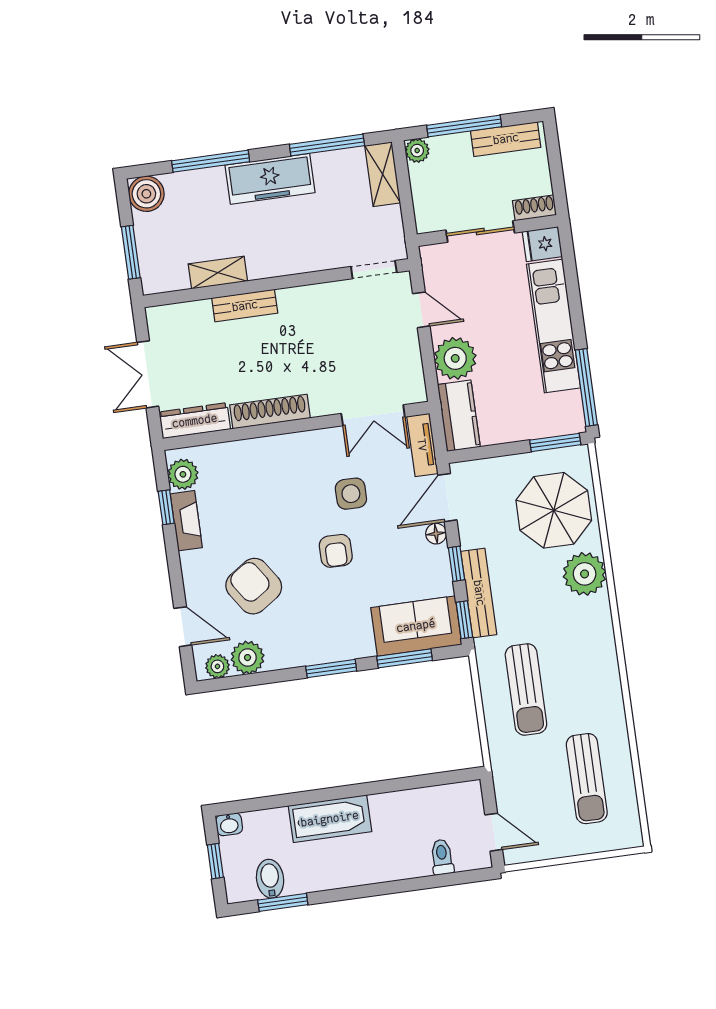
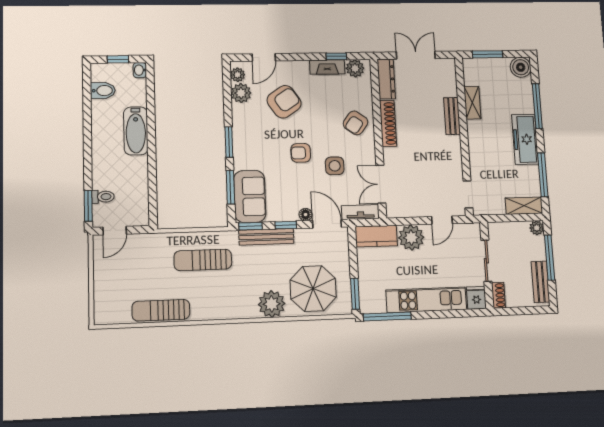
armchair: (275, 466) -> (356, 123), added
sun lounger: (587, 779) -> (161, 310), moved
window: (283, 902) -> (88, 206), moved

